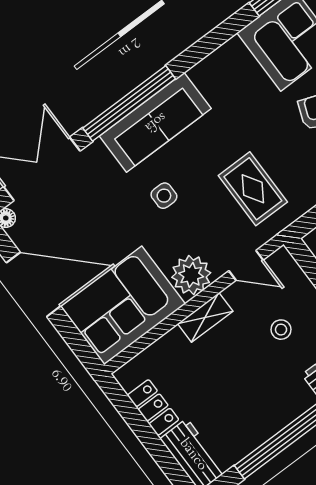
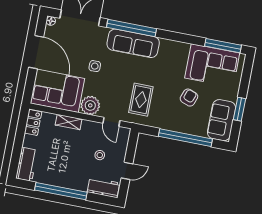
side table: (164, 196) -> (95, 66), moved
shelving: (205, 317) -> (69, 122), moved
locker: (153, 407) -> (33, 122), moved

